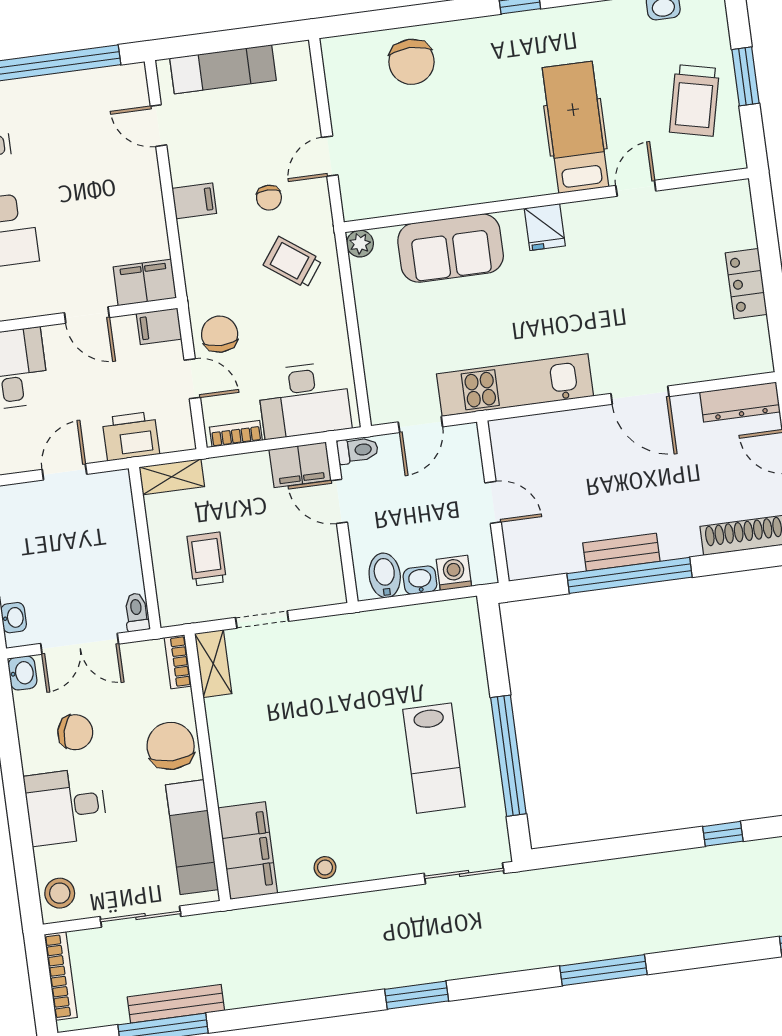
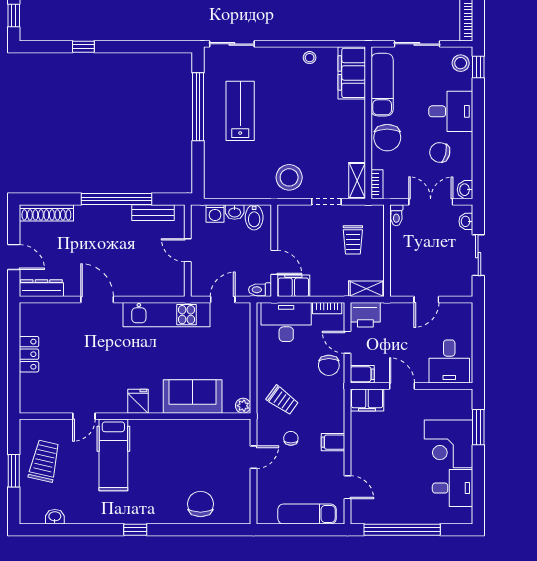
printer: (131, 436) -> (365, 315), moved
bench: (621, 552) -> (153, 213), moved
stool: (333, 653) -> (289, 177), added
window: (28, 890) -> (478, 67), added

